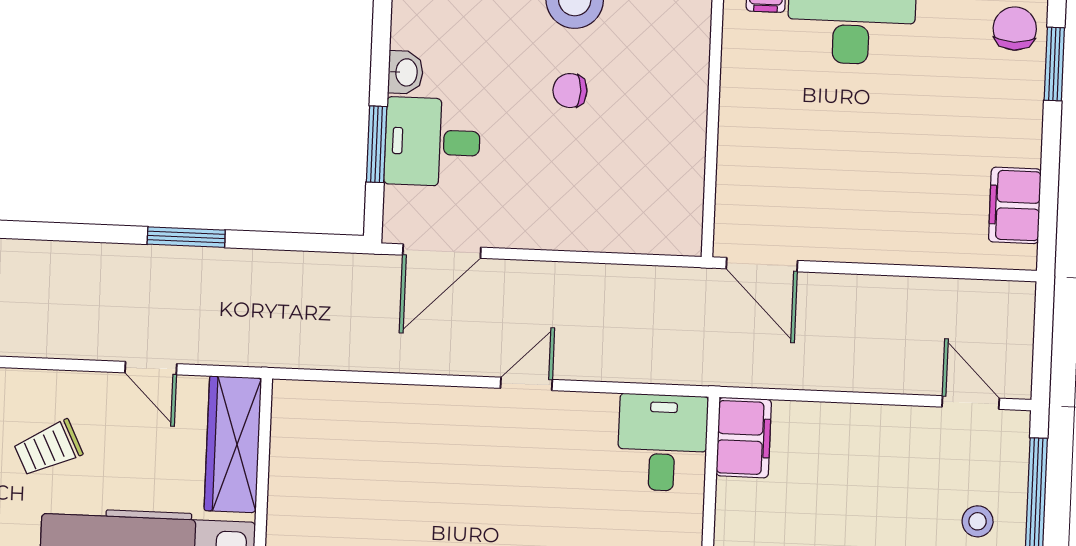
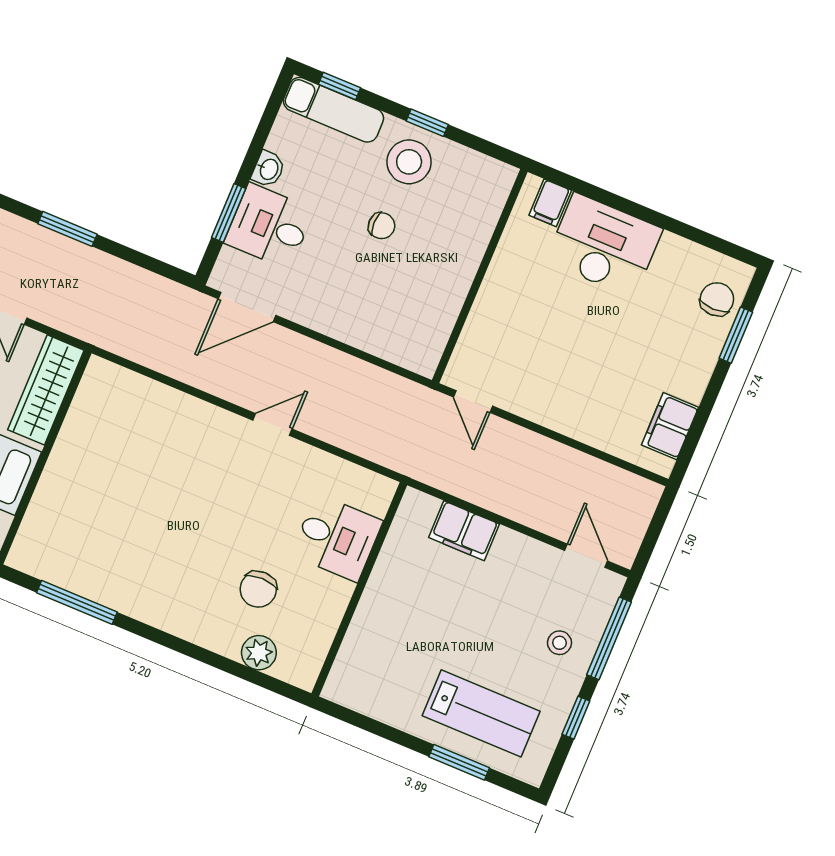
chair: (570, 91) -> (382, 226), turned 180
door: (762, 265) -> (473, 401), width x0.73
filing cabinet: (744, 438) -> (464, 531), moved, turned 90
desk: (663, 443) -> (337, 538), moved, turned 90

